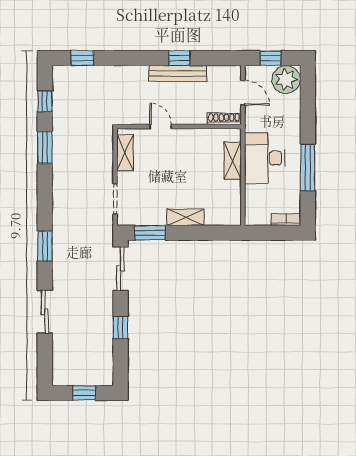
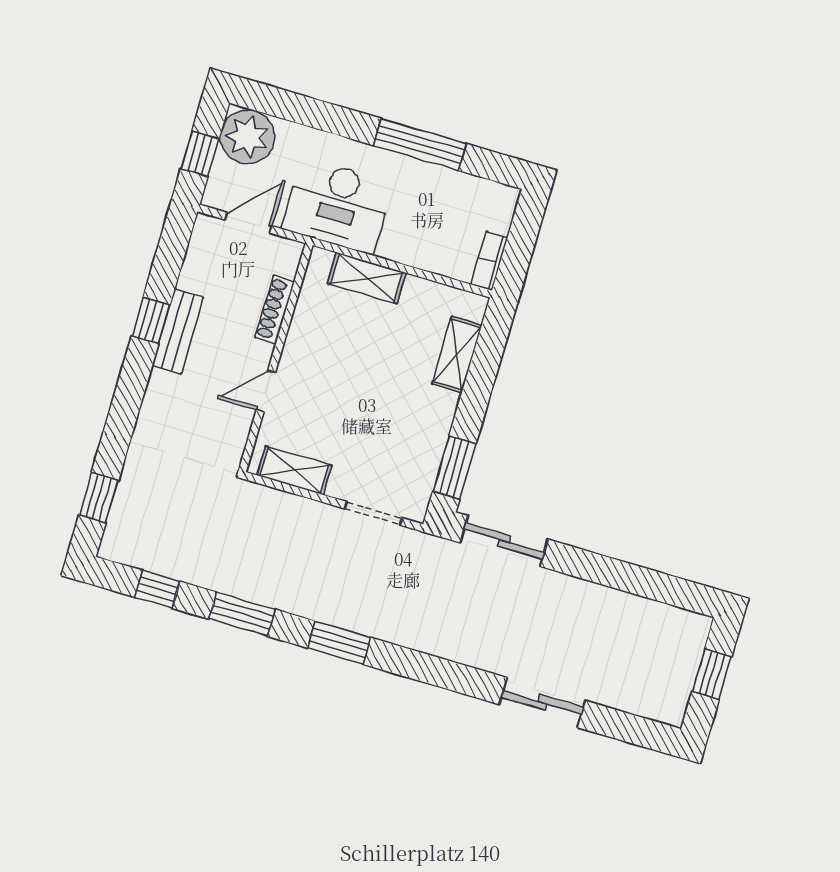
bench: (178, 73) -> (178, 331), width x0.73
shoe rack: (224, 119) -> (275, 310), moved
desk: (265, 158) -> (338, 206), moved
shelving: (185, 217) -> (457, 355), moved
bookcase: (286, 220) -> (489, 261), moved
window: (45, 246) -> (339, 643), moved
window: (120, 328) -> (612, 573), removed

